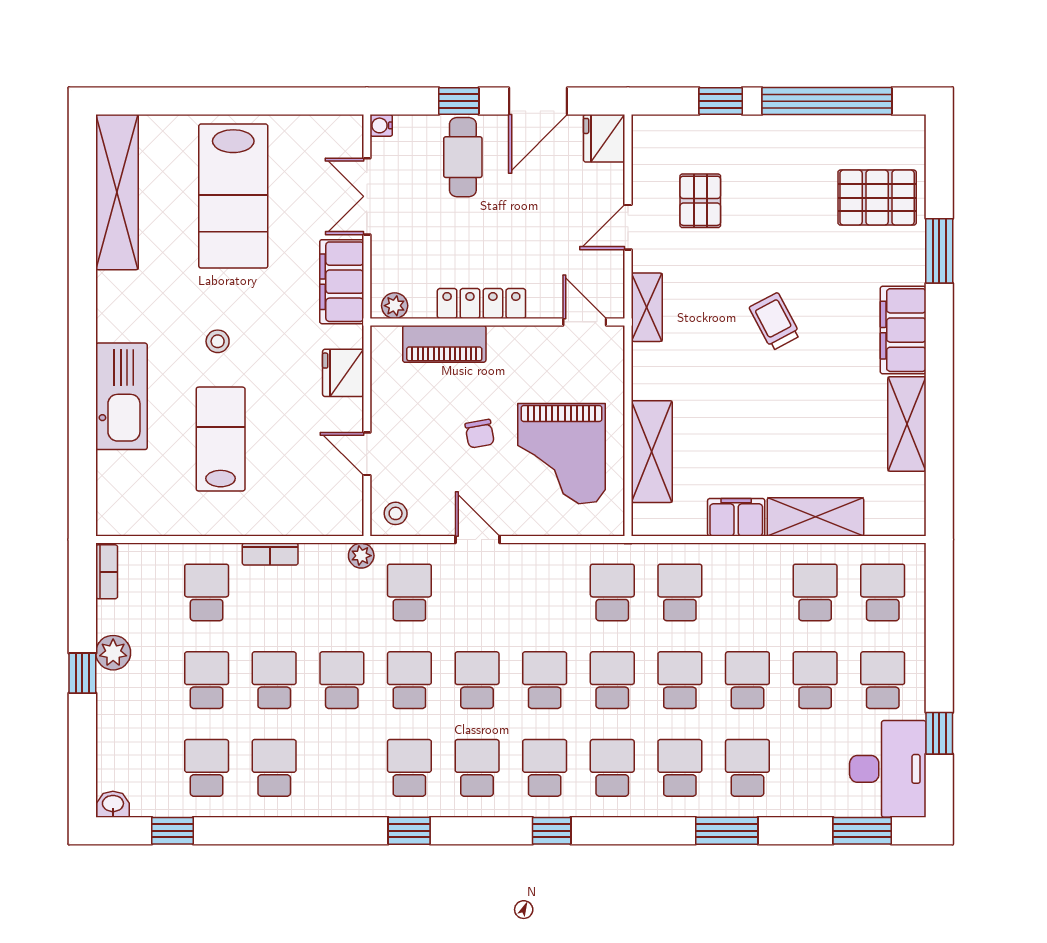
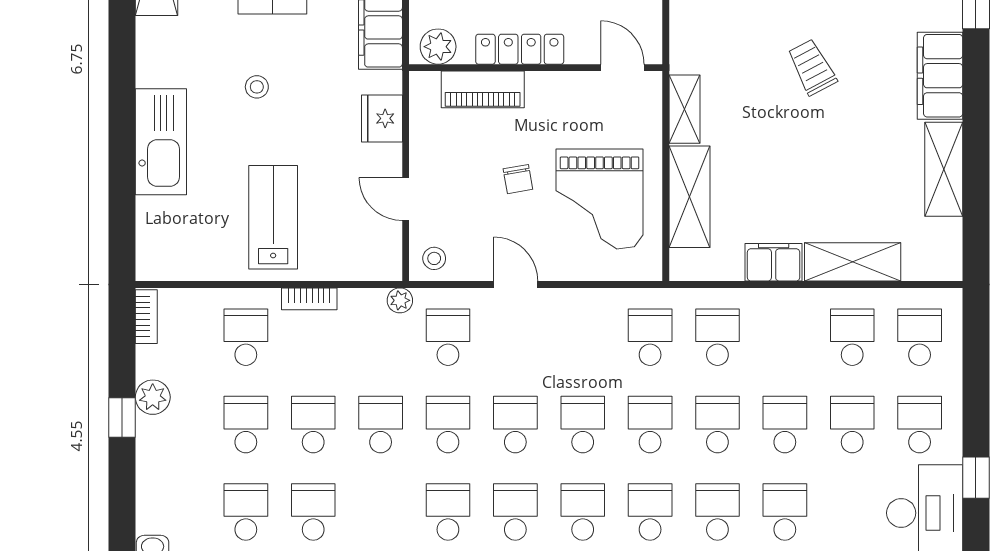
plant: (395, 306) -> (438, 47), width x1.38, depth x1.38
shelving: (647, 307) -> (684, 109), moved
lab bench: (221, 439) -> (273, 217), moved

